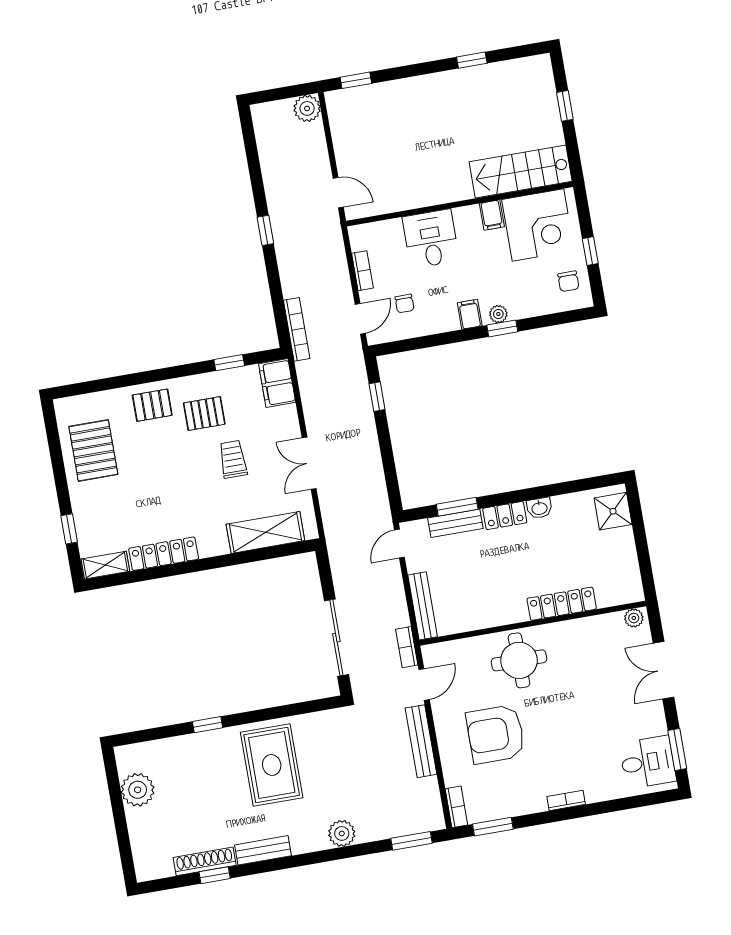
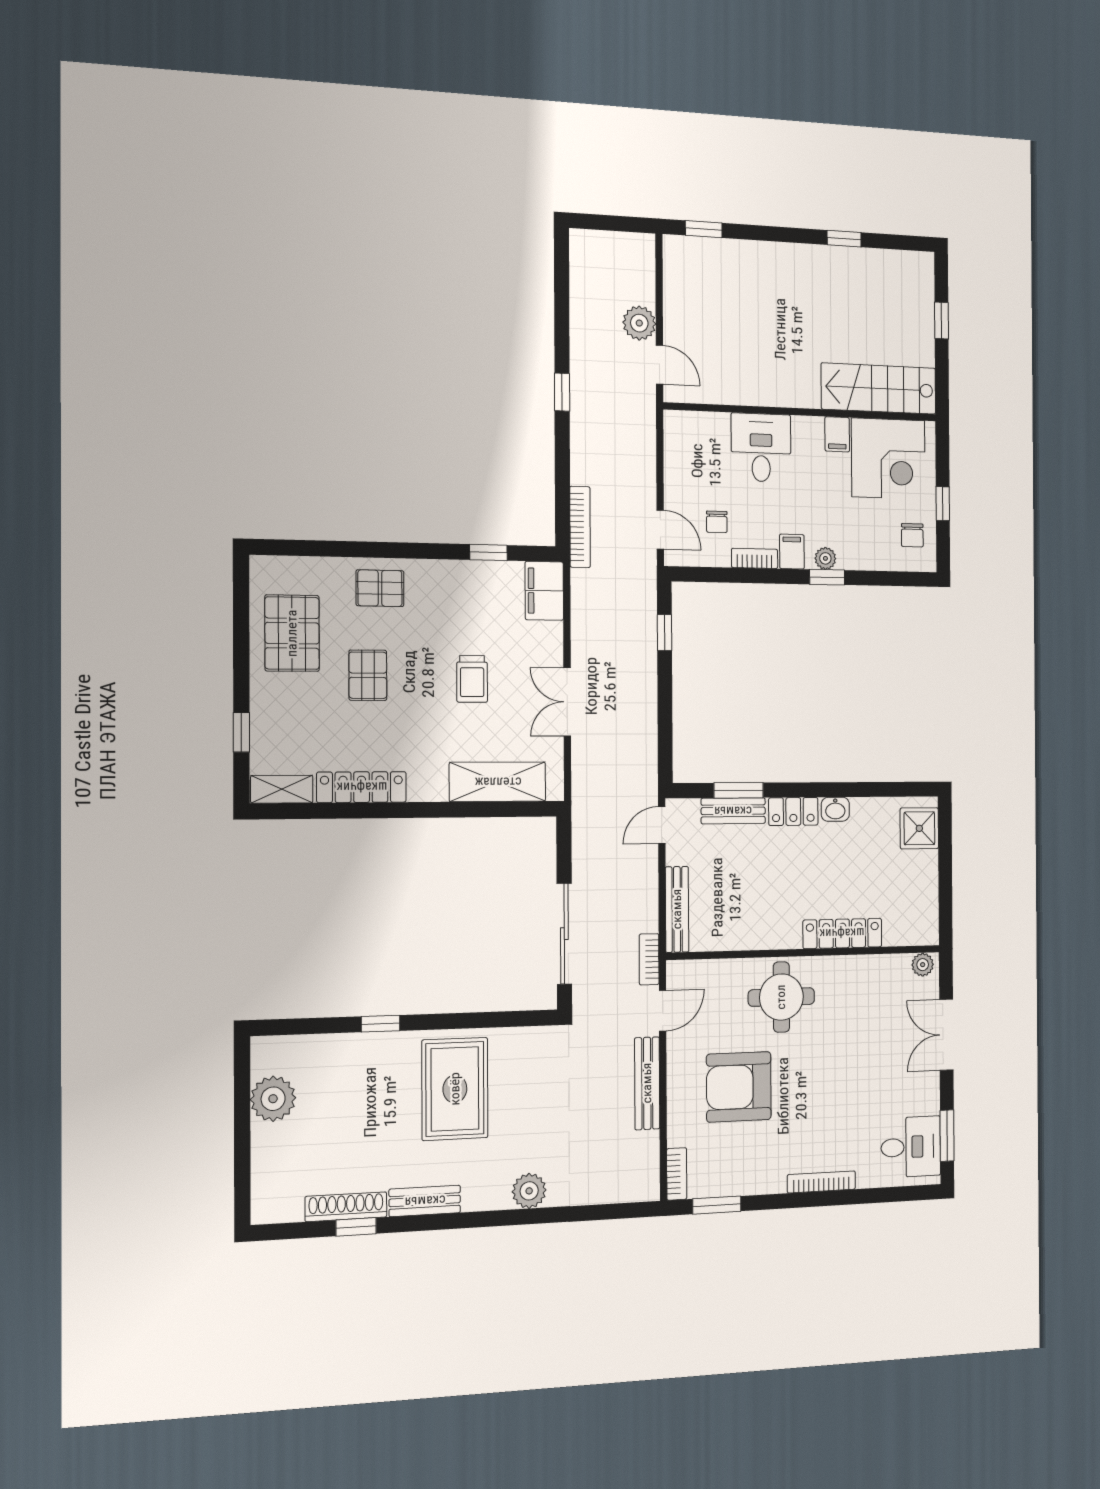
plant: (307, 108) -> (639, 323), moved
bookcase: (362, 271) -> (755, 558), moved, turned -90
door: (360, 319) -> (660, 530), hinge flipped
pallet: (204, 414) -> (368, 675), moved, turned 90
trolley: (233, 459) -> (472, 679), turned 180
bookcase: (566, 800) -> (821, 1182), width x1.56
window: (411, 841) -> (615, 1211), removed

